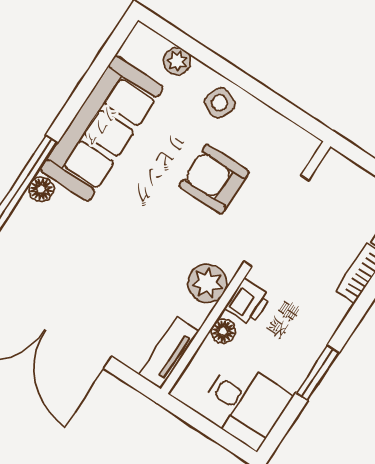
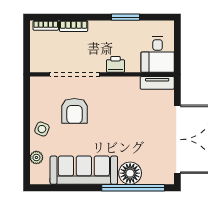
floor lamp: (41, 189) -> (130, 173), width x1.89, depth x1.89
plant: (207, 283) -> (119, 86), removed
floor lamp: (223, 331) -> (134, 67), removed
desk: (245, 404) -> (158, 55), moved, turned 180

